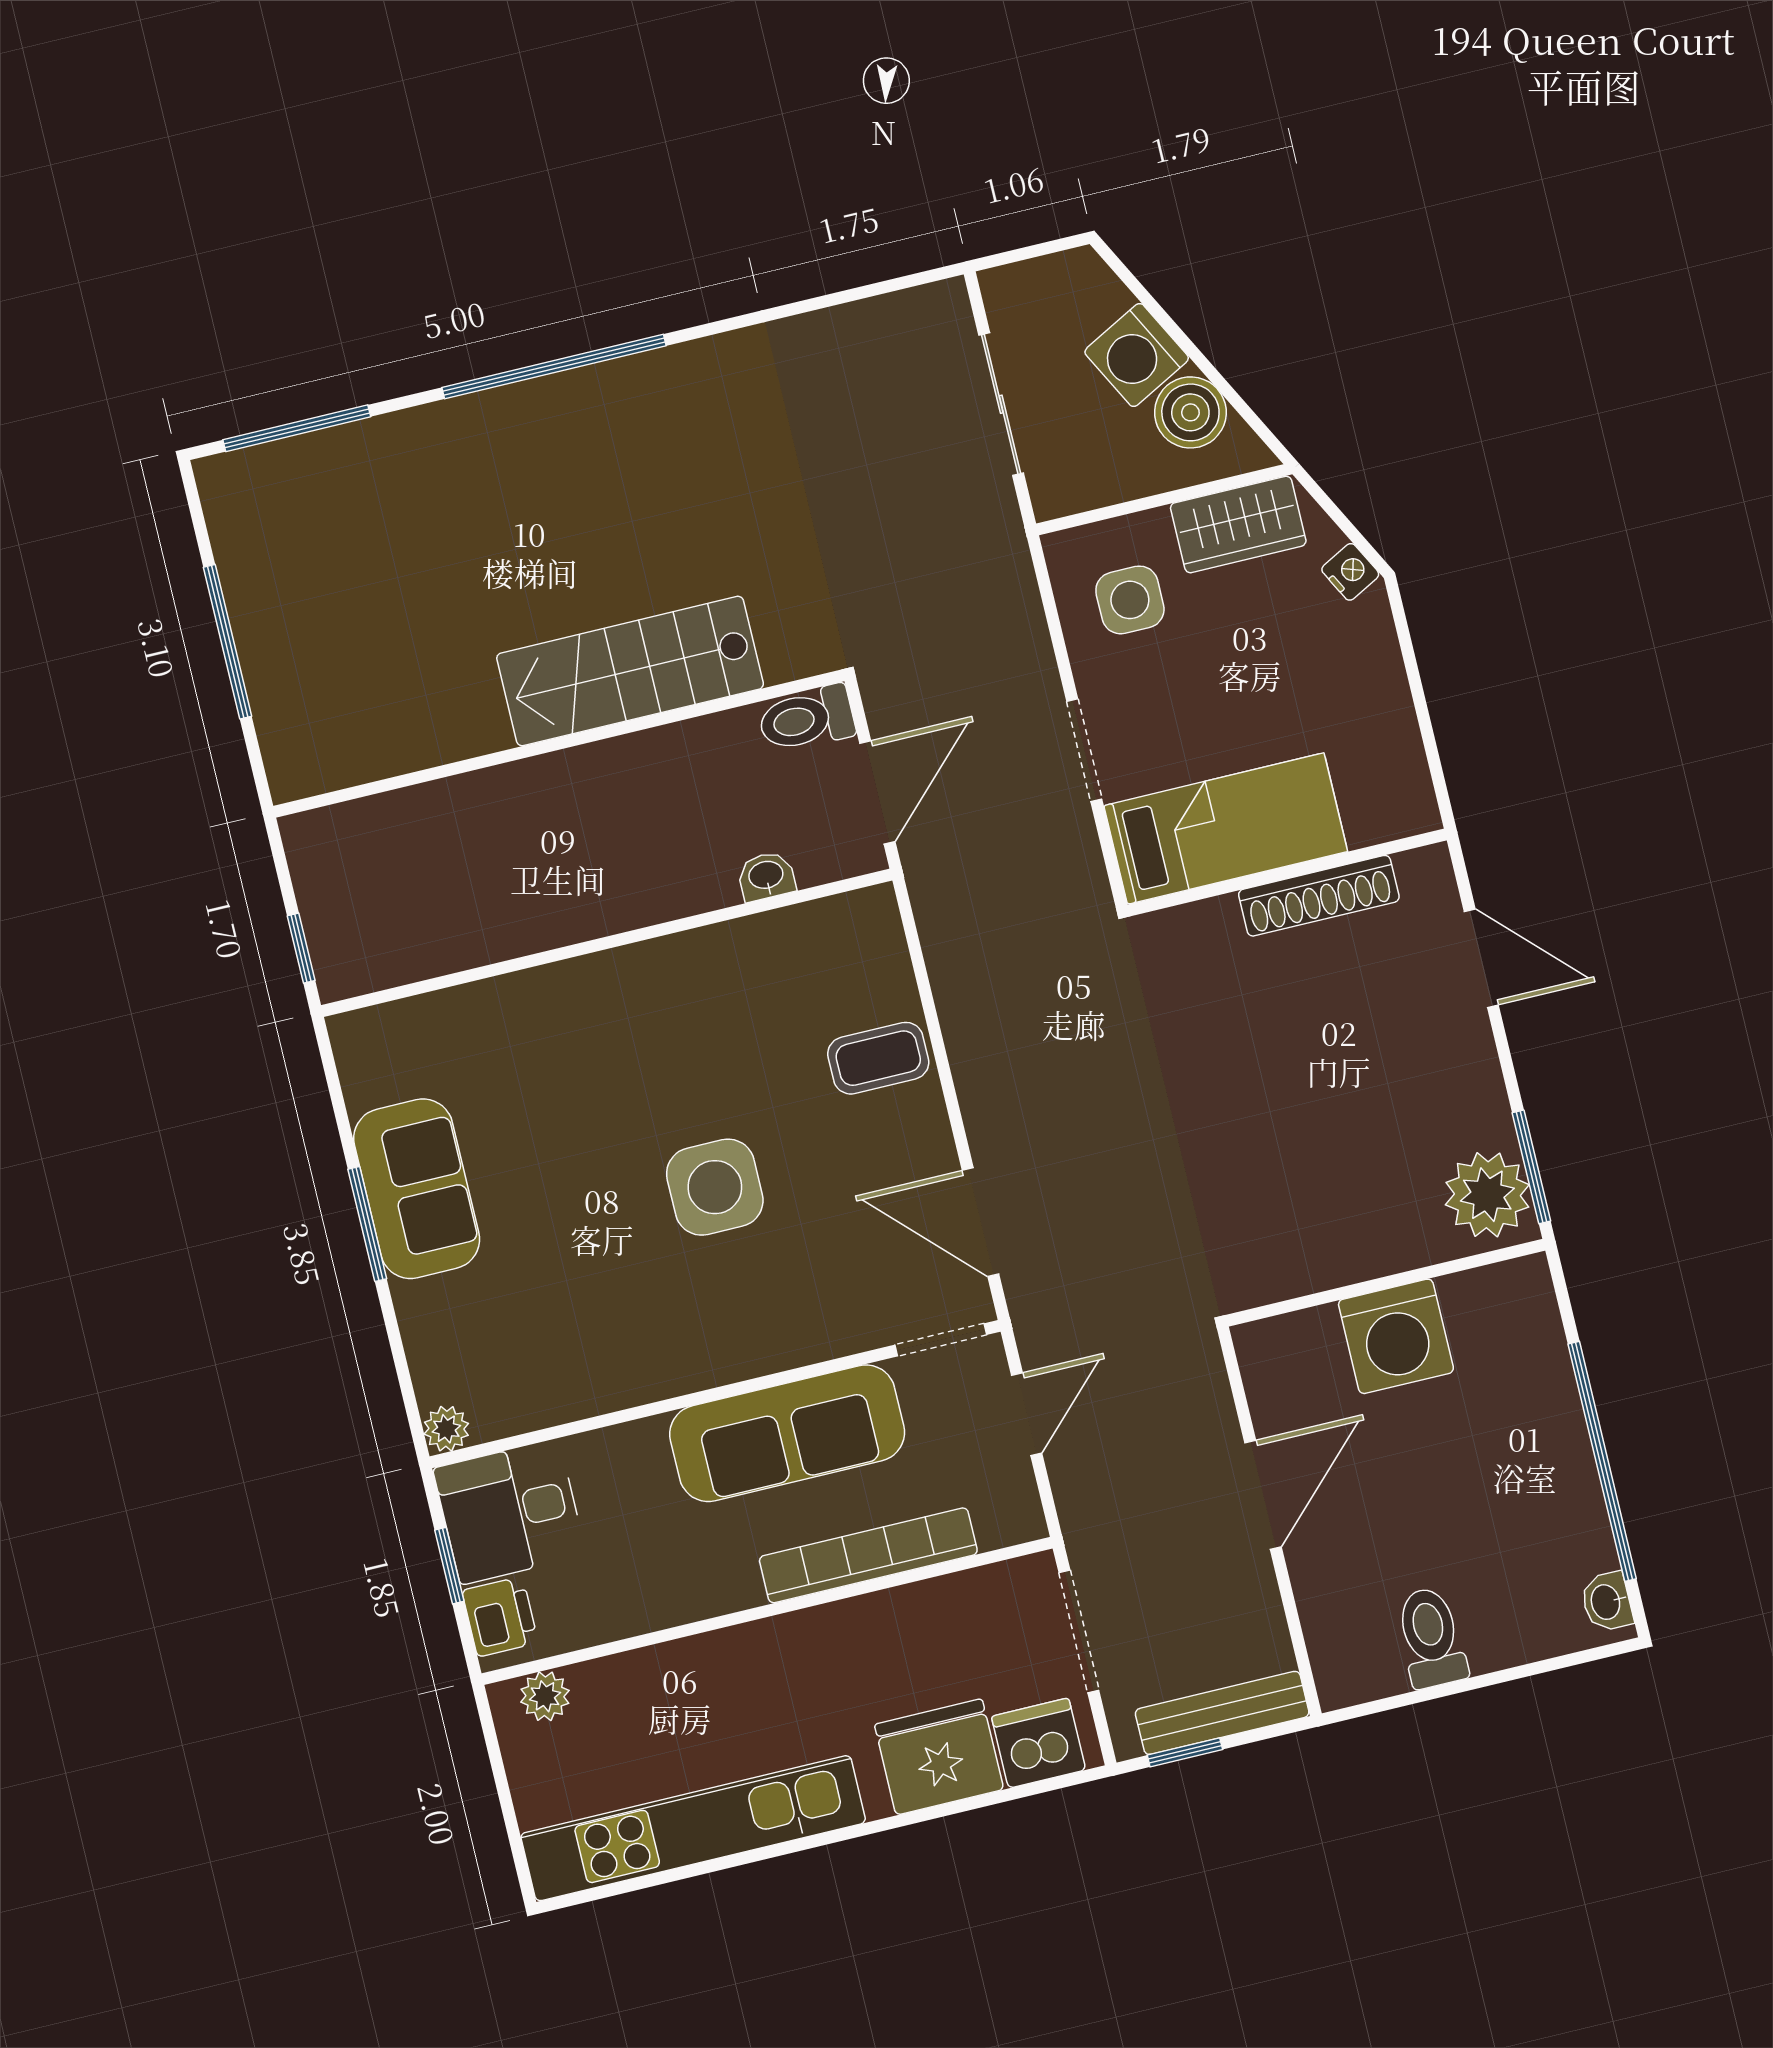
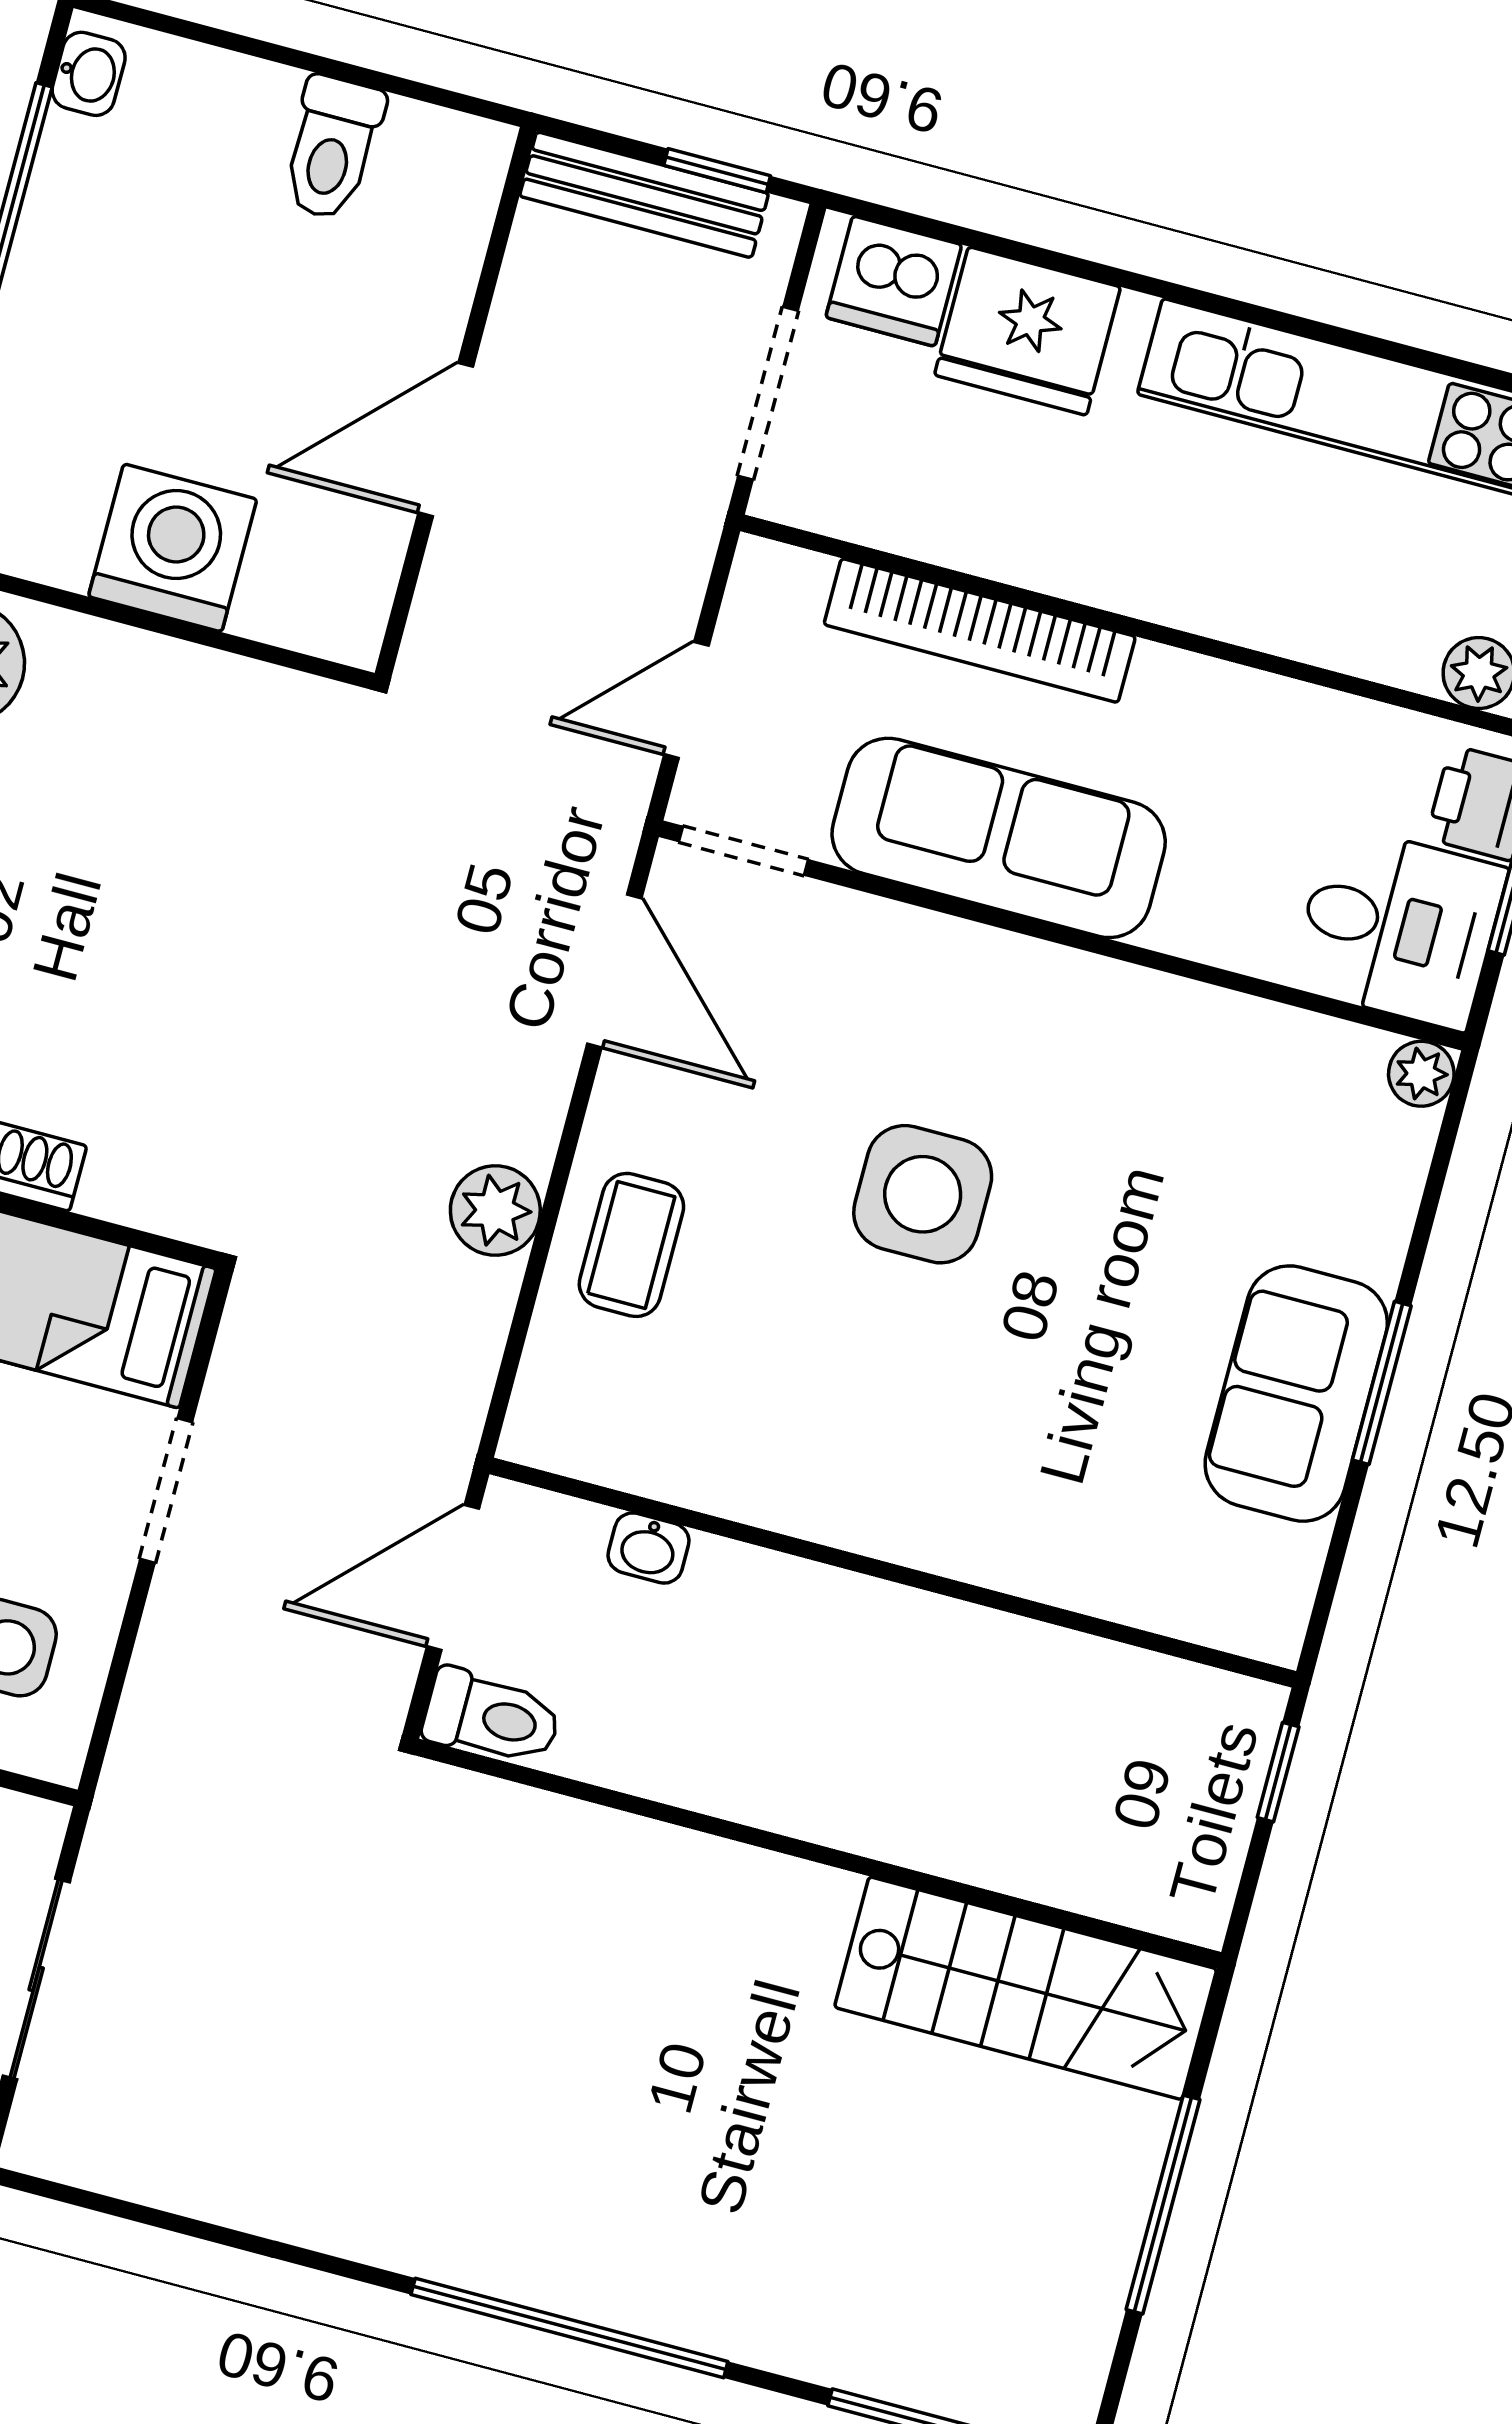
stairs: (630, 671) -> (1026, 1988), moved
plant: (974, 1034) -> (495, 1211), added
coffee table: (878, 1058) -> (631, 1245), turned 90

